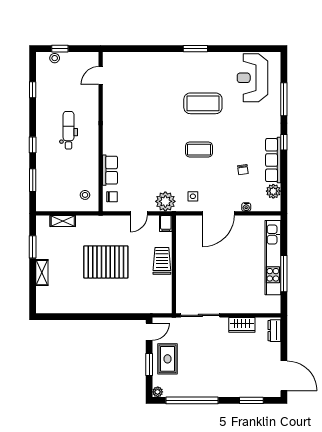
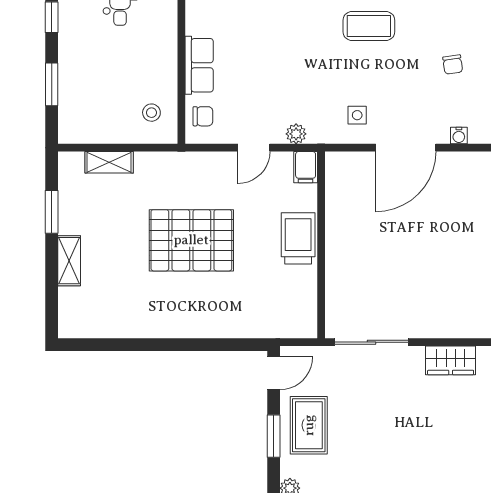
plant: (165, 201) -> (296, 134), width x0.53, depth x0.53

